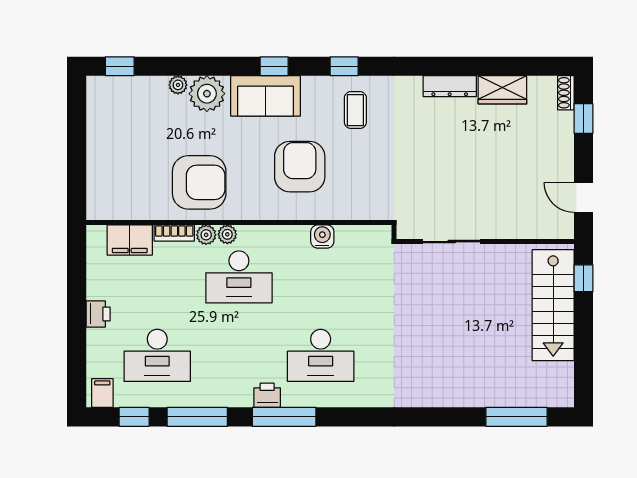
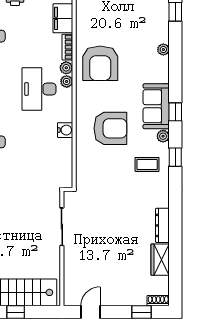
plant: (207, 94) -> (163, 136), moved, width x0.53, depth x0.53
water cooler: (322, 237) -> (65, 130), moved
window: (584, 278) -> (16, 312), moved

